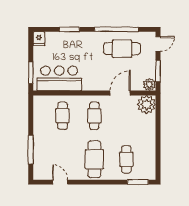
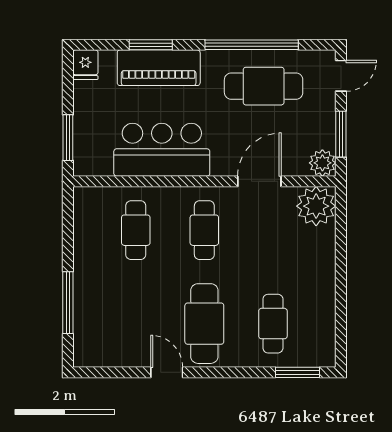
piano: (73, 40) -> (159, 68), added
bar counter: (59, 78) -> (162, 150), moved
door: (60, 182) -> (167, 372), moved

